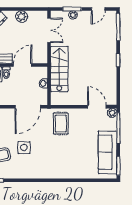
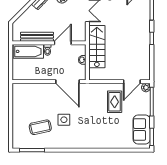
door: (28, 107) -> (67, 82), hinge flipped
door: (97, 107) -> (132, 82), swing flipped
rug: (61, 123) -> (115, 102), moved
sofa: (108, 152) -> (142, 129), width x0.73

